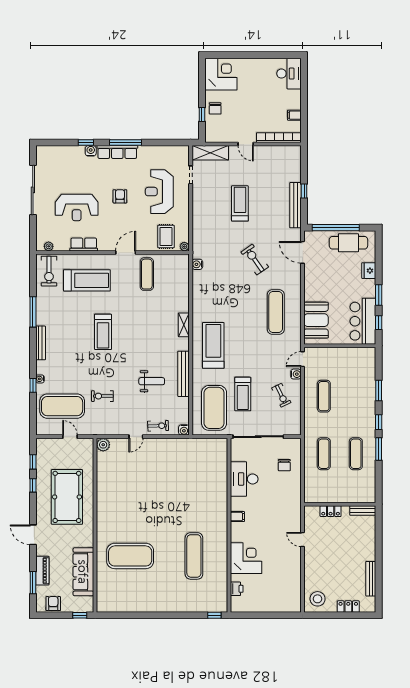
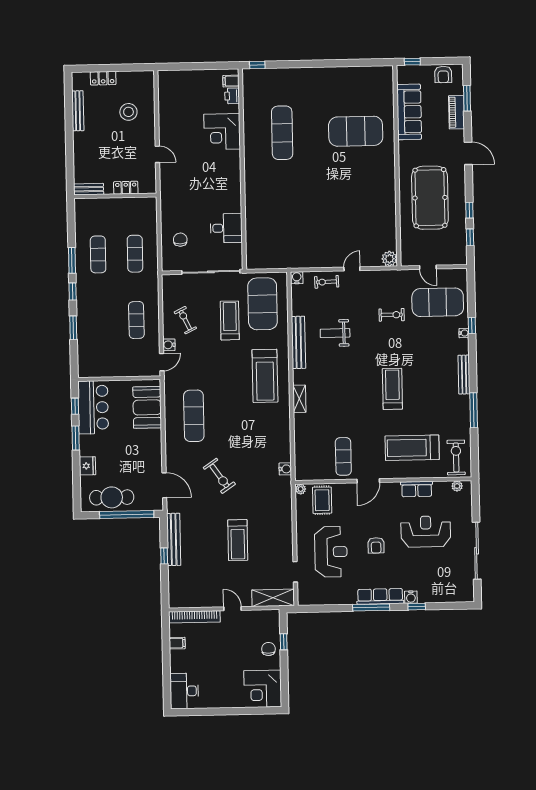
desk: (244, 479) -> (226, 228), width x0.73
filing cabinet: (237, 517) -> (231, 81), moved
stool: (318, 599) -> (128, 112), moved

